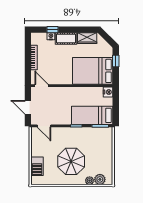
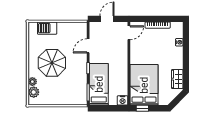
window: (53, 30) -> (186, 44), removed
cot: (66, 38) -> (177, 58), removed
window: (116, 61) -> (142, 108), moved
door: (44, 126) -> (88, 46), moved

